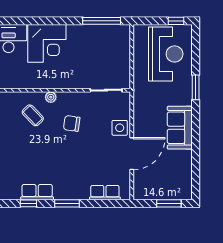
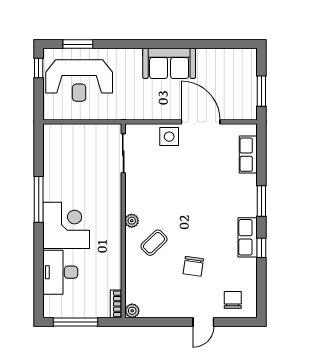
window: (102, 21) -> (39, 199), moved
reception desk: (166, 54) -> (79, 81), turned 180
window: (196, 87) -> (78, 44), moved
chair: (72, 123) -> (193, 266), moved
window: (169, 203) -> (261, 91), moved

